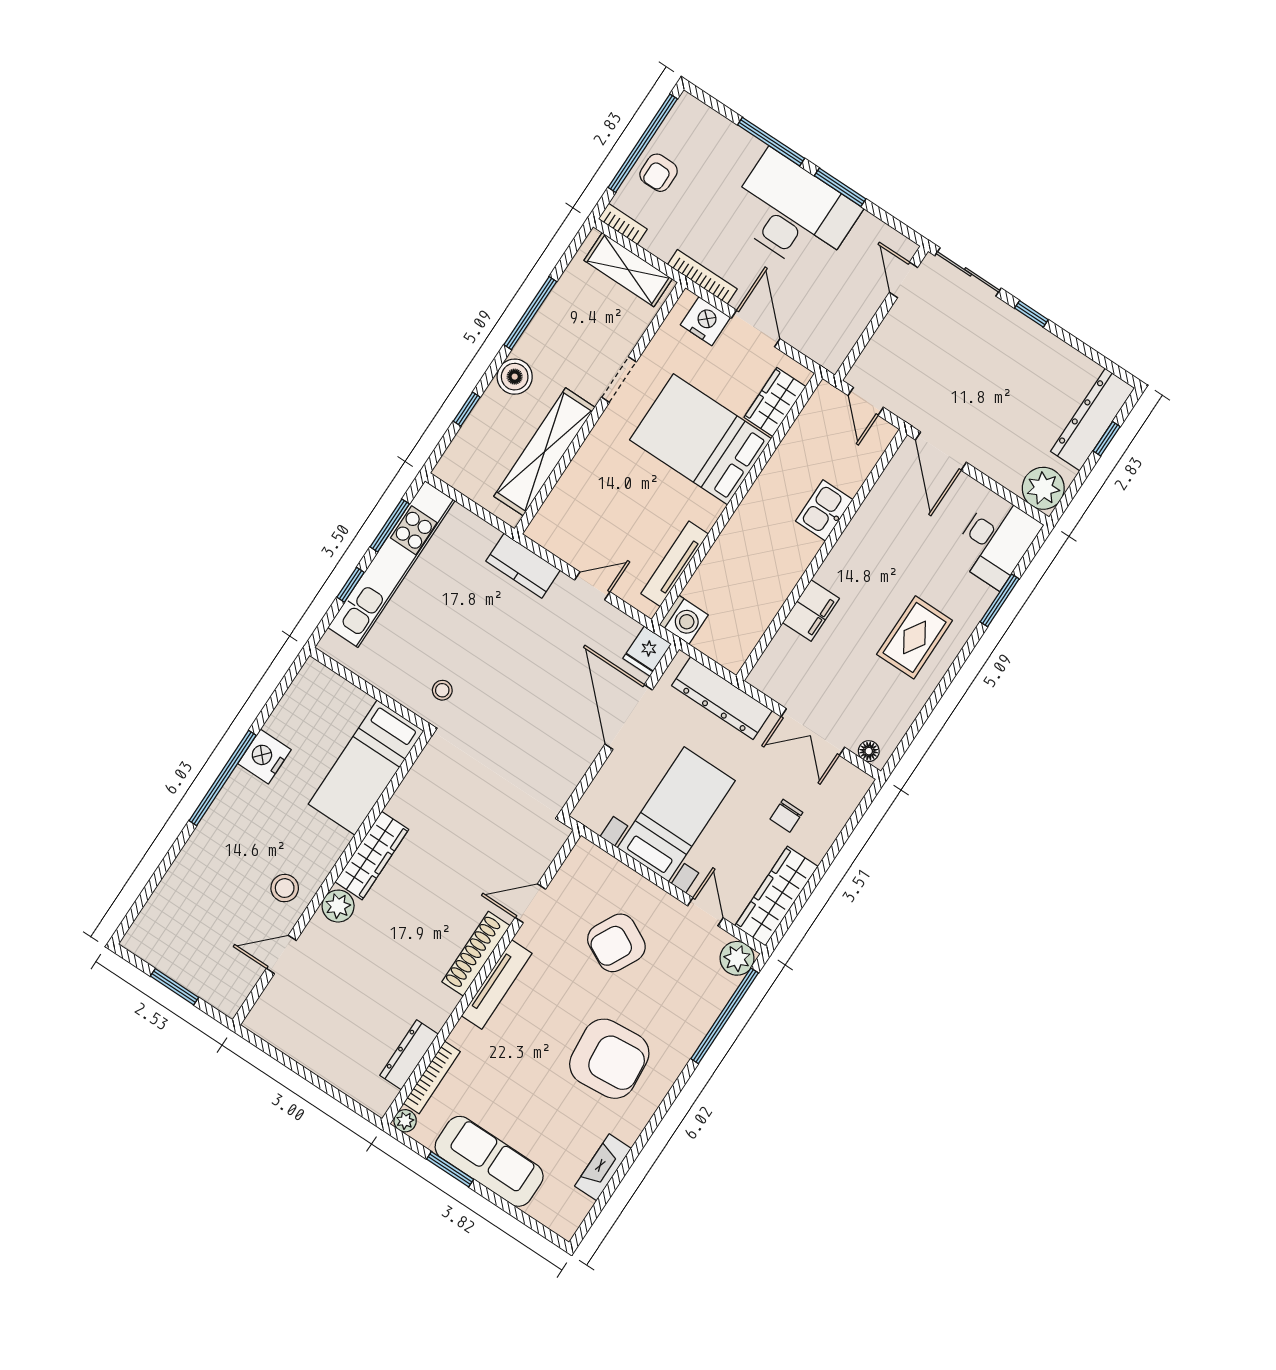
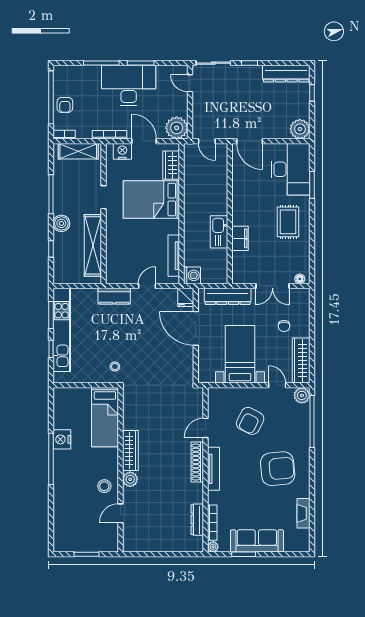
plant: (828, 343) -> (177, 128), added
dresser: (1093, 420) -> (286, 74), moved, turned -90
kitchen sink: (824, 510) -> (219, 232), moved, width x1.38
desk: (996, 541) -> (290, 169), width x1.36, depth x1.30

